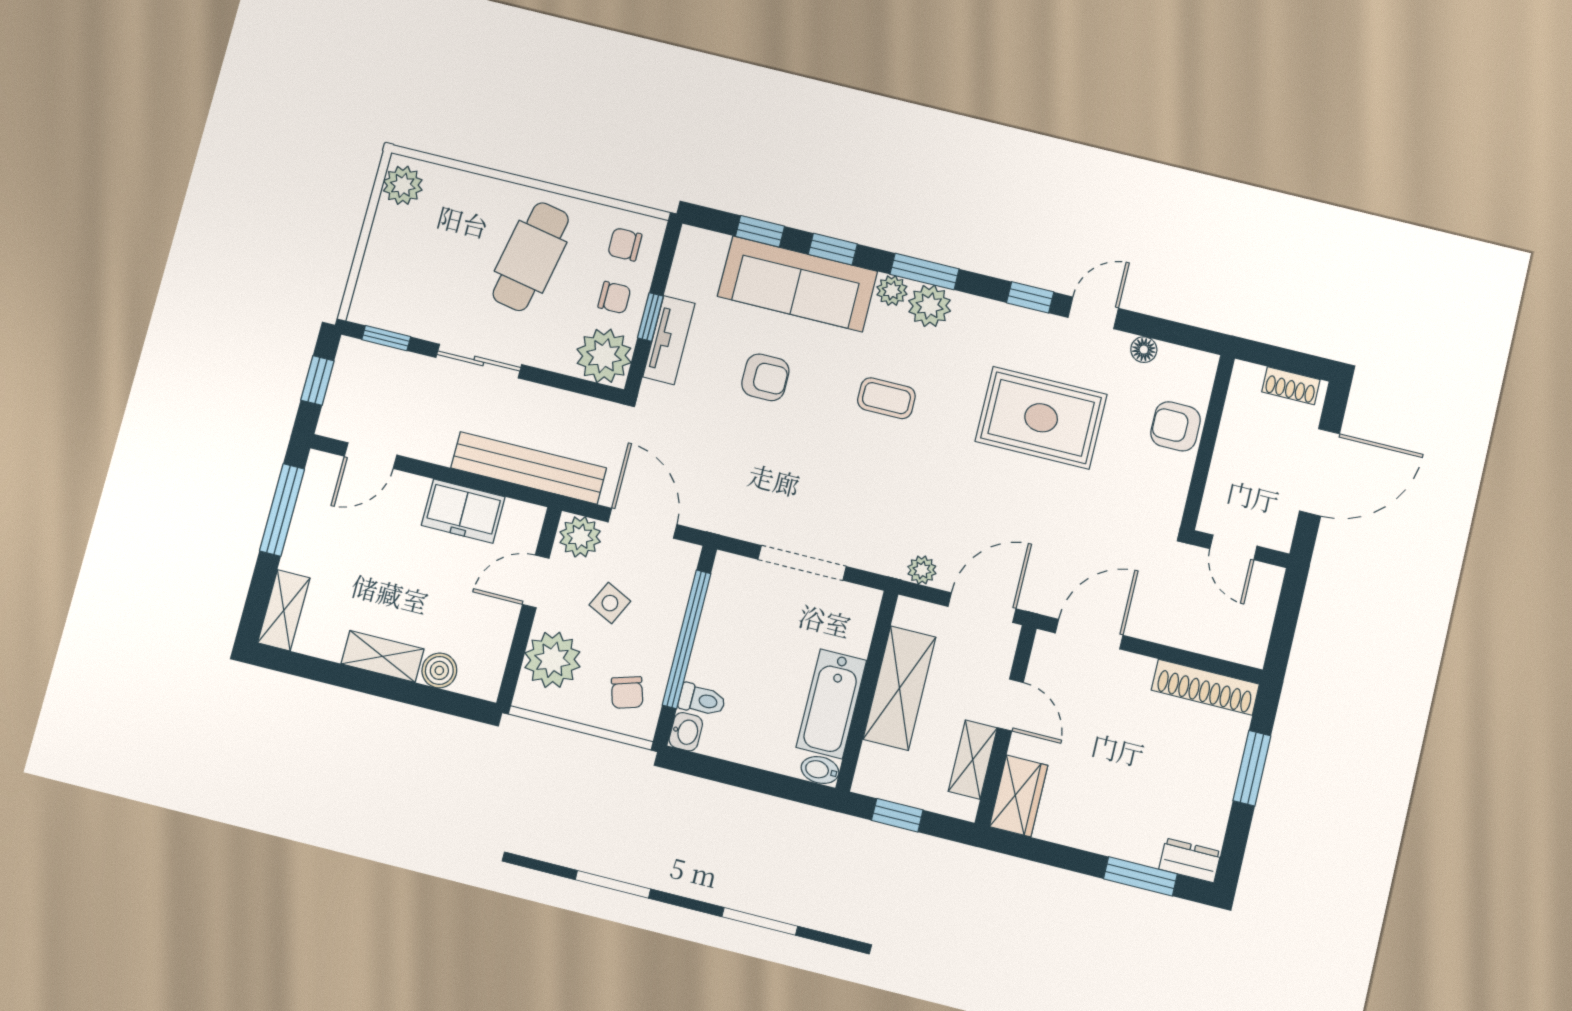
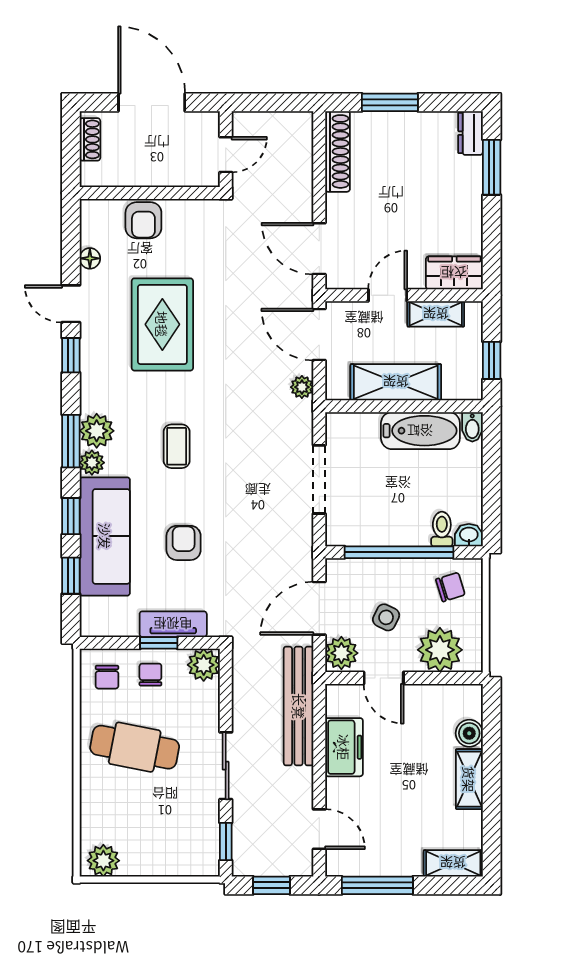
plant: (604, 356) -> (204, 665), width x0.73, depth x0.73

